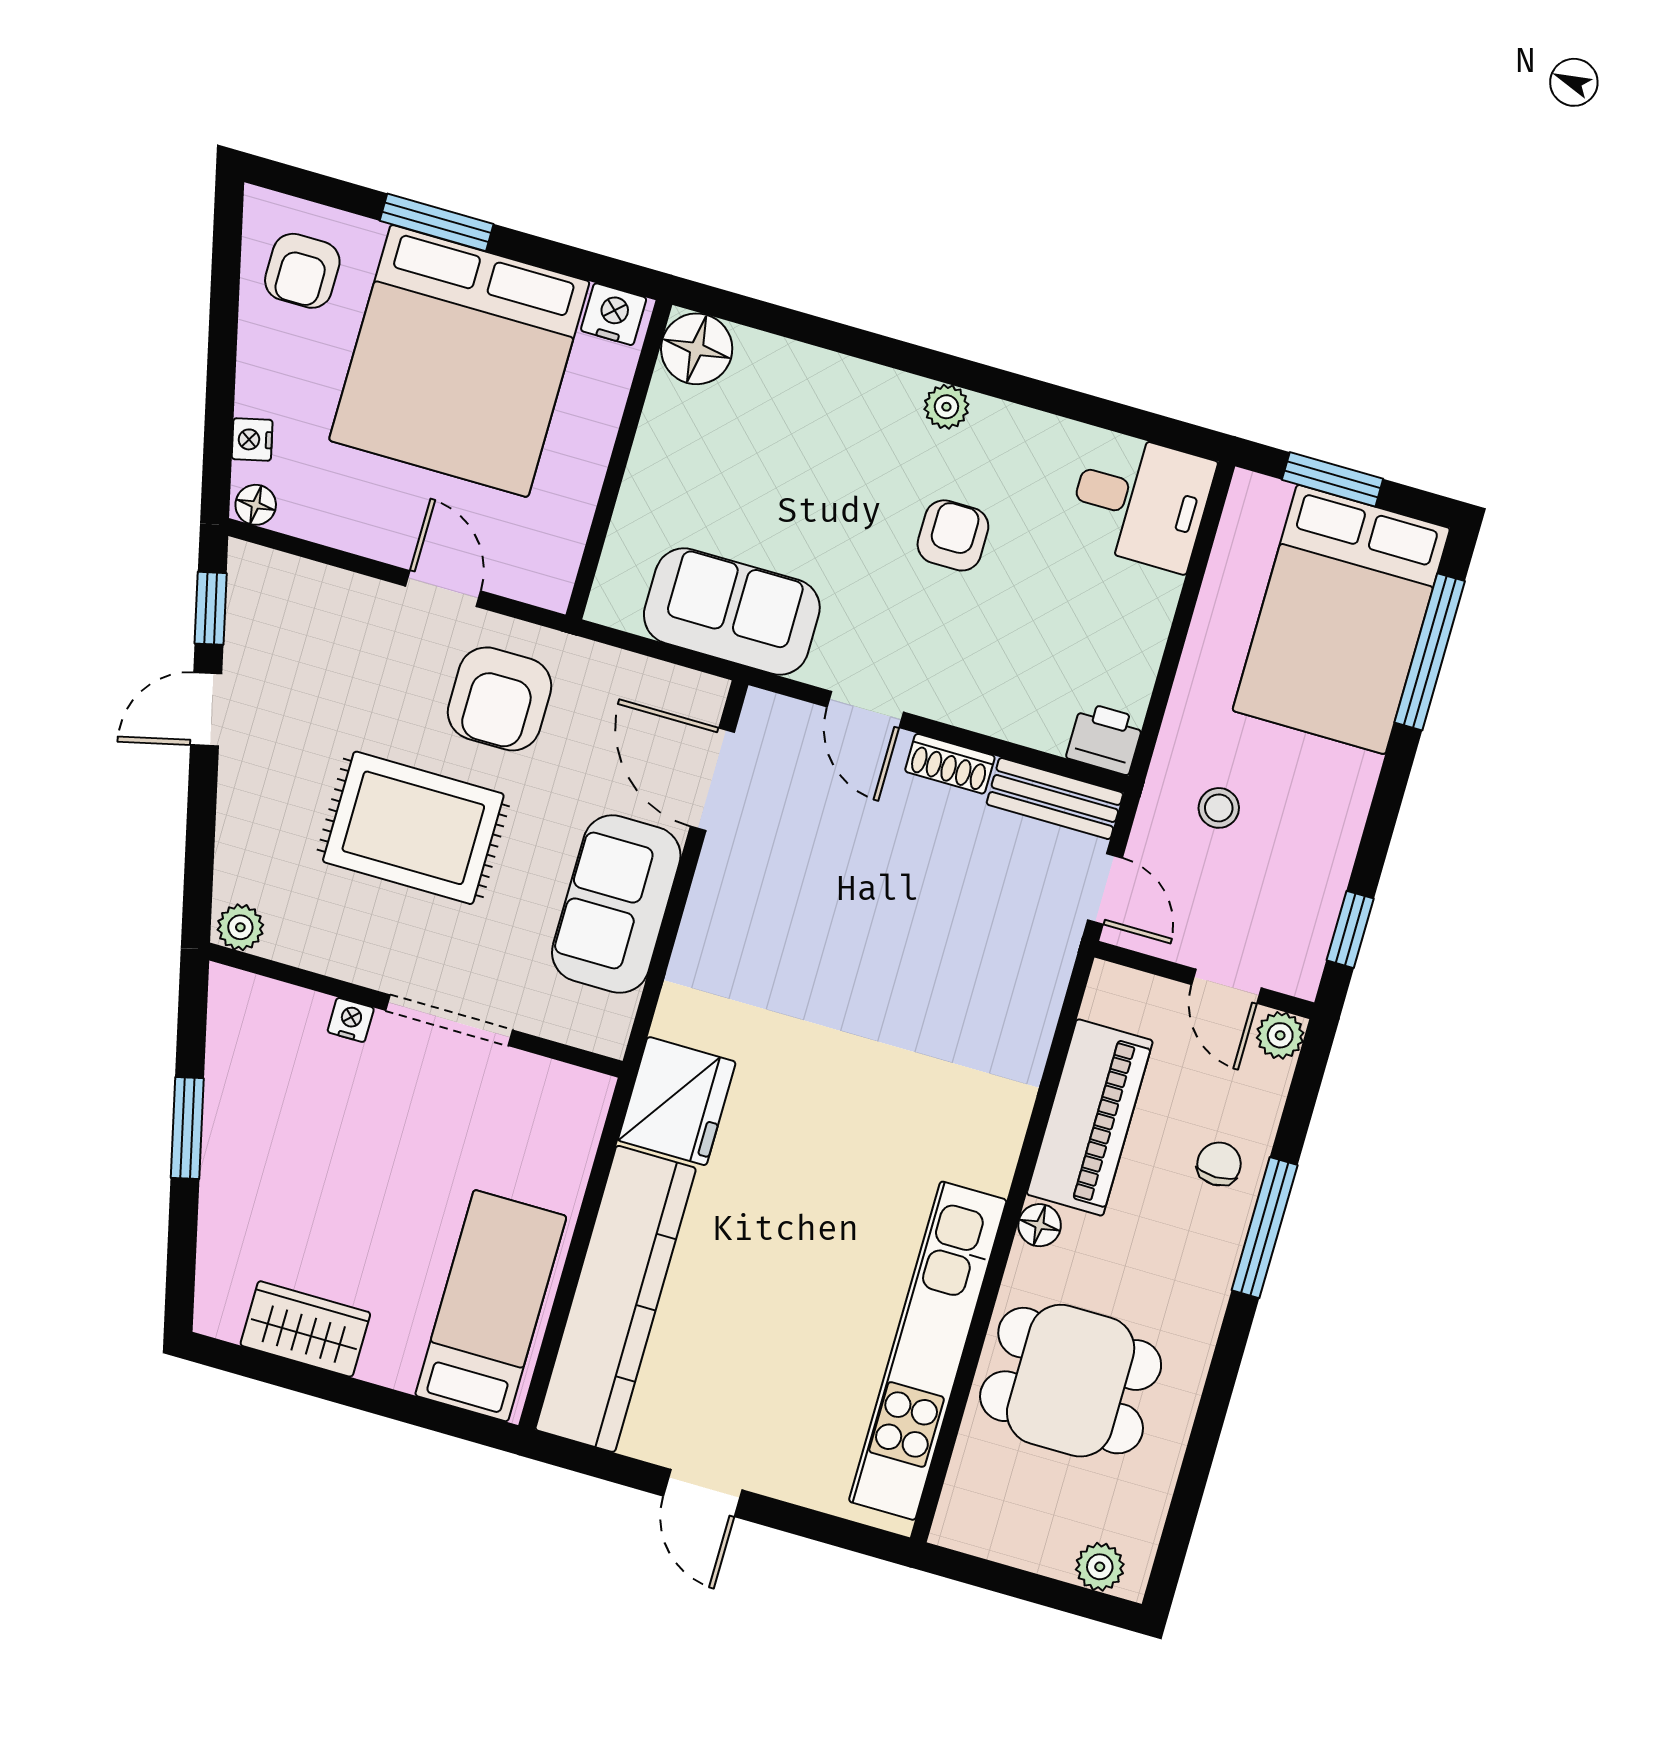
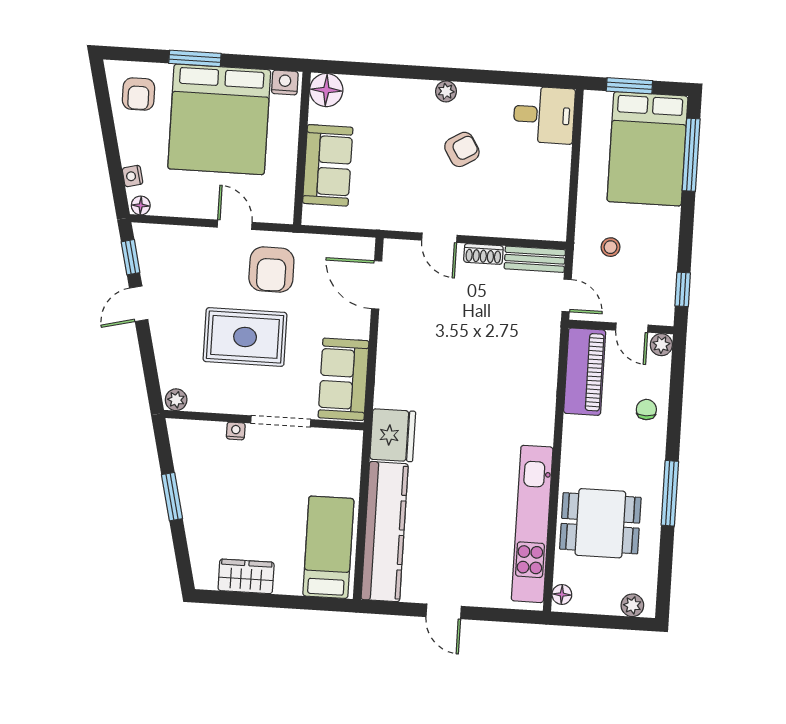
armchair: (953, 535) -> (462, 149), turned 59
sofa: (732, 611) -> (328, 165), moved, turned 90
printer: (1105, 738) -> (552, 227), removed
sofa: (616, 904) -> (343, 379), moved
piano: (1090, 1117) -> (585, 372), moved
floor lamp: (1040, 1225) -> (562, 594), moved
window: (1265, 1228) -> (670, 493), moved

